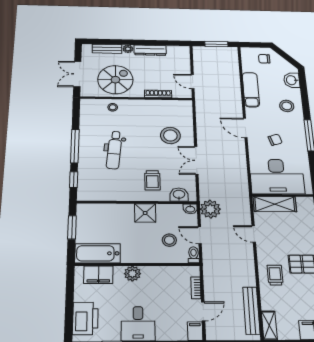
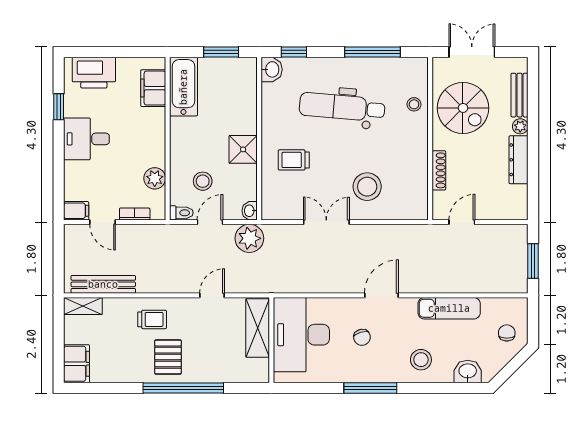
window: (75, 146) -> (373, 52), moved
dental chair: (114, 150) -> (342, 107), width x1.36, depth x1.38
washbasin: (179, 195) -> (272, 69), moved
plant: (132, 274) -> (155, 178), moved

